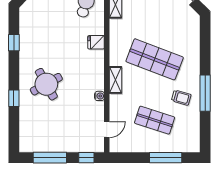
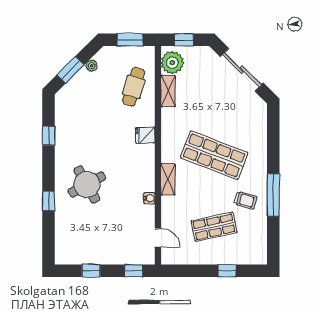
shop shelf: (155, 120) -> (214, 227), turned -30
door: (107, 130) -> (158, 238), hinge flipped
window: (50, 158) -> (91, 271), width x0.46
window: (166, 158) -> (227, 271), width x0.46

